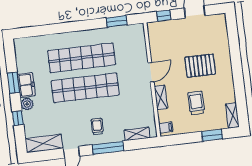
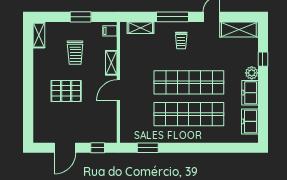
freezer: (23, 58) -> (250, 121), added
window: (13, 83) -> (263, 97), removed
window: (212, 135) -> (81, 17), moved

